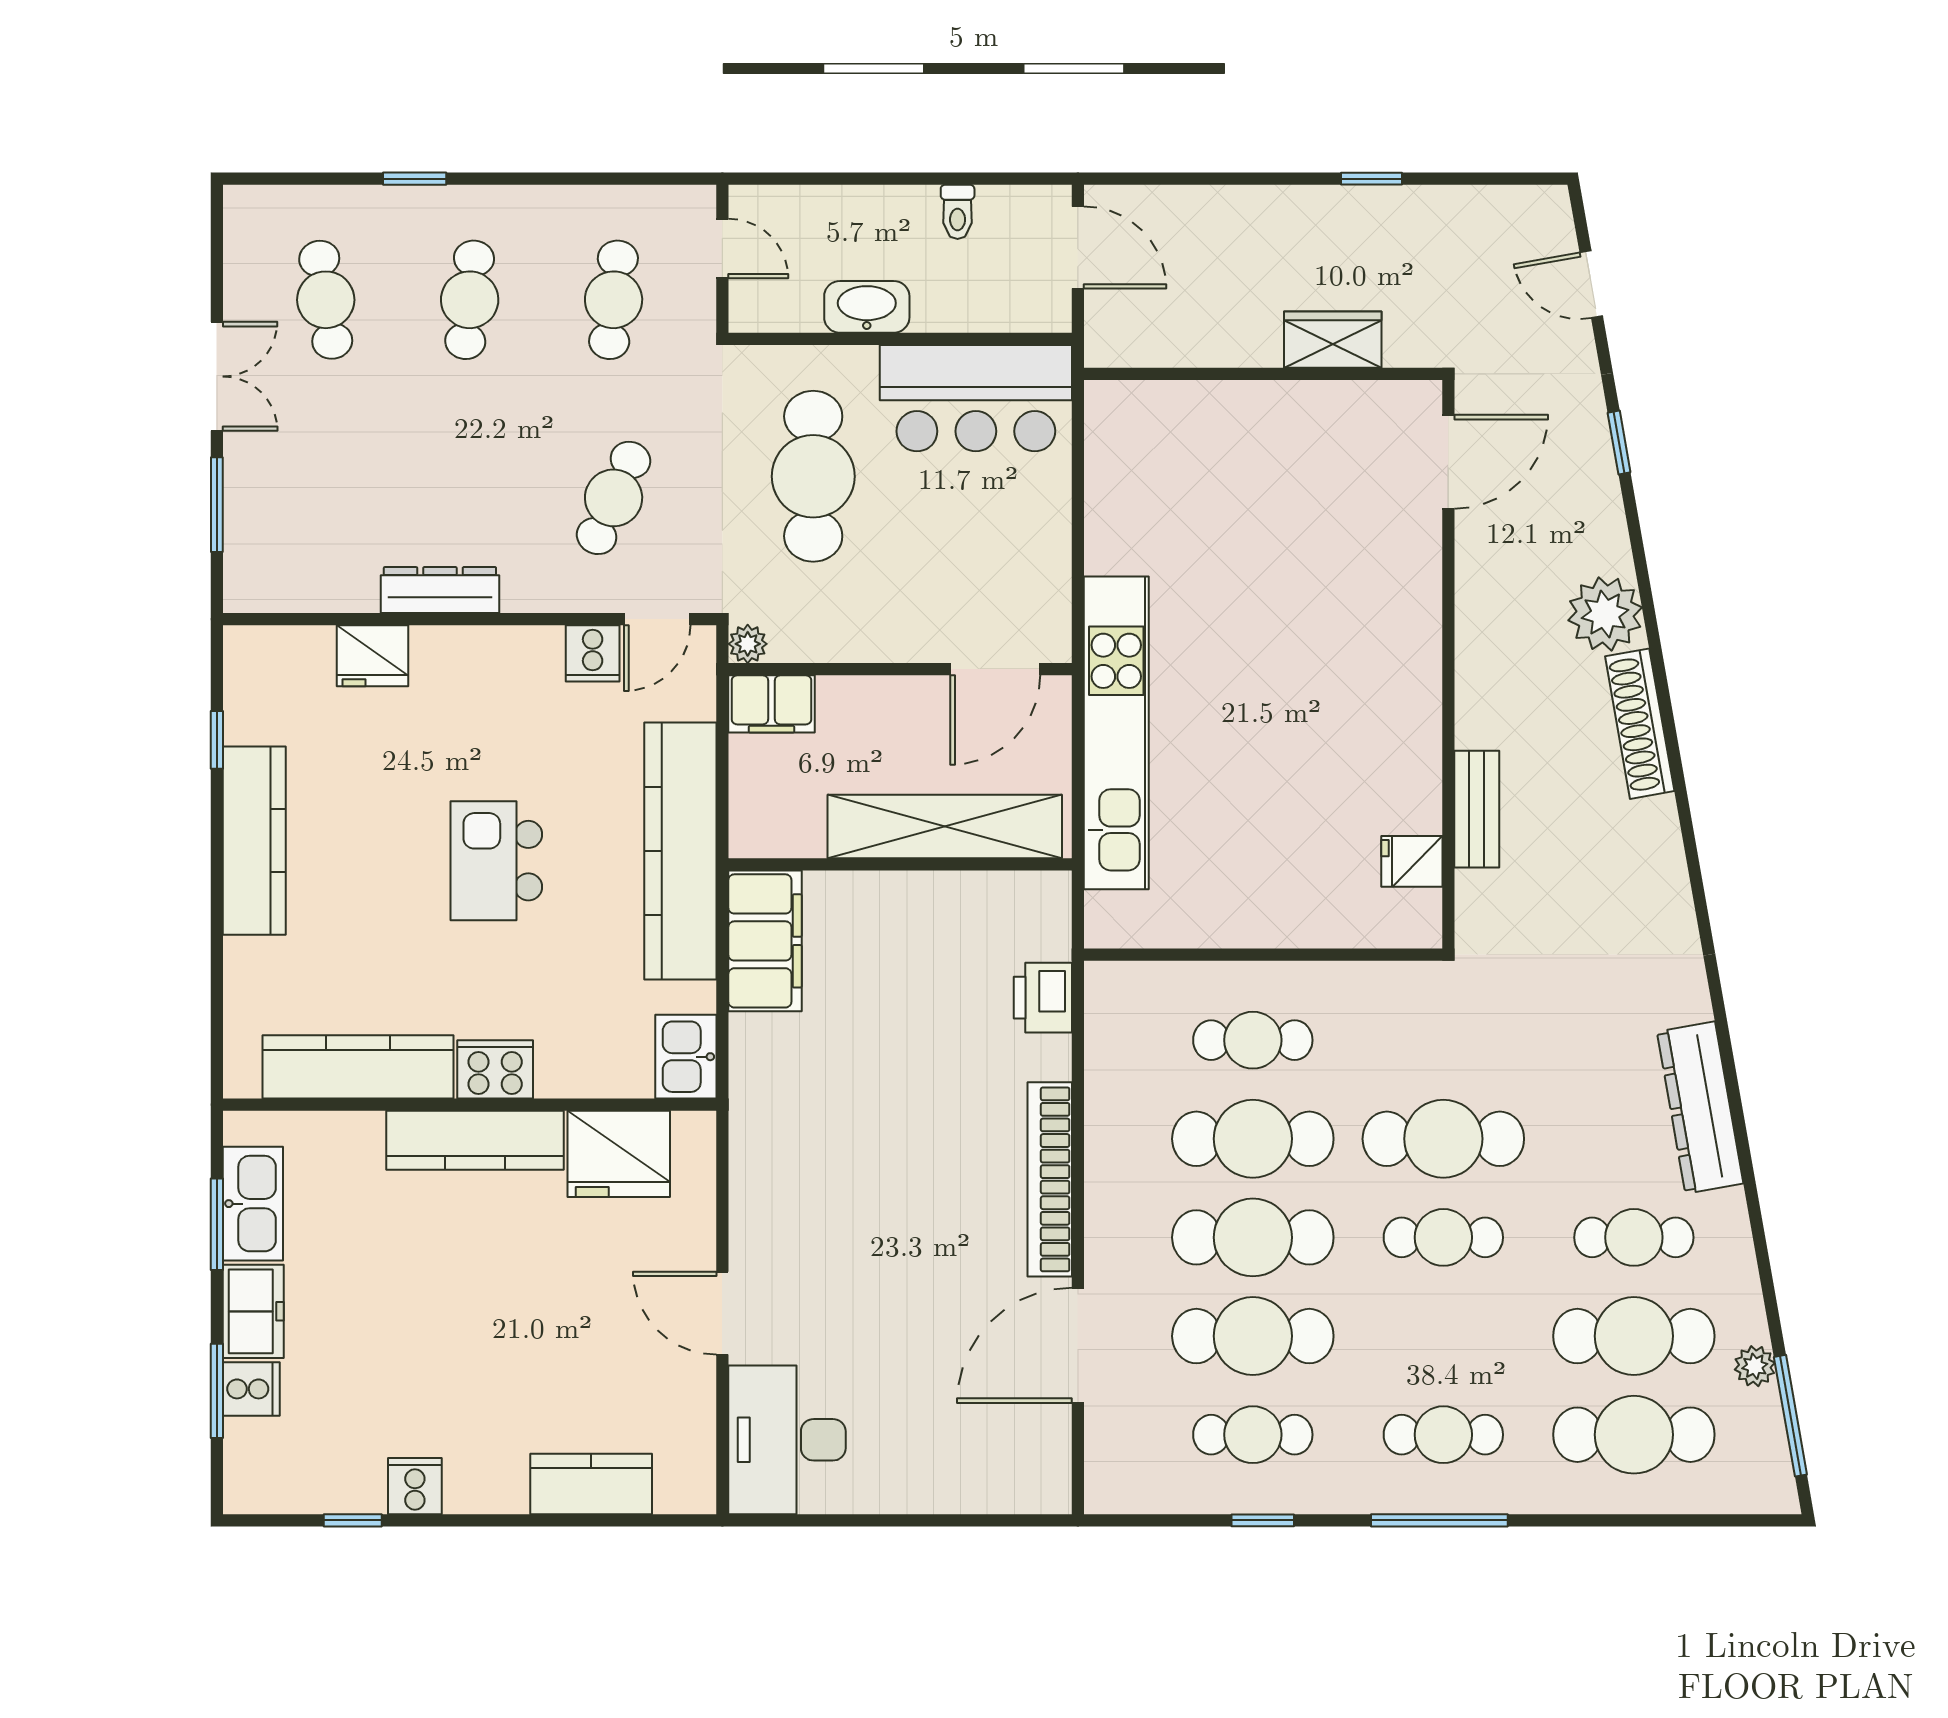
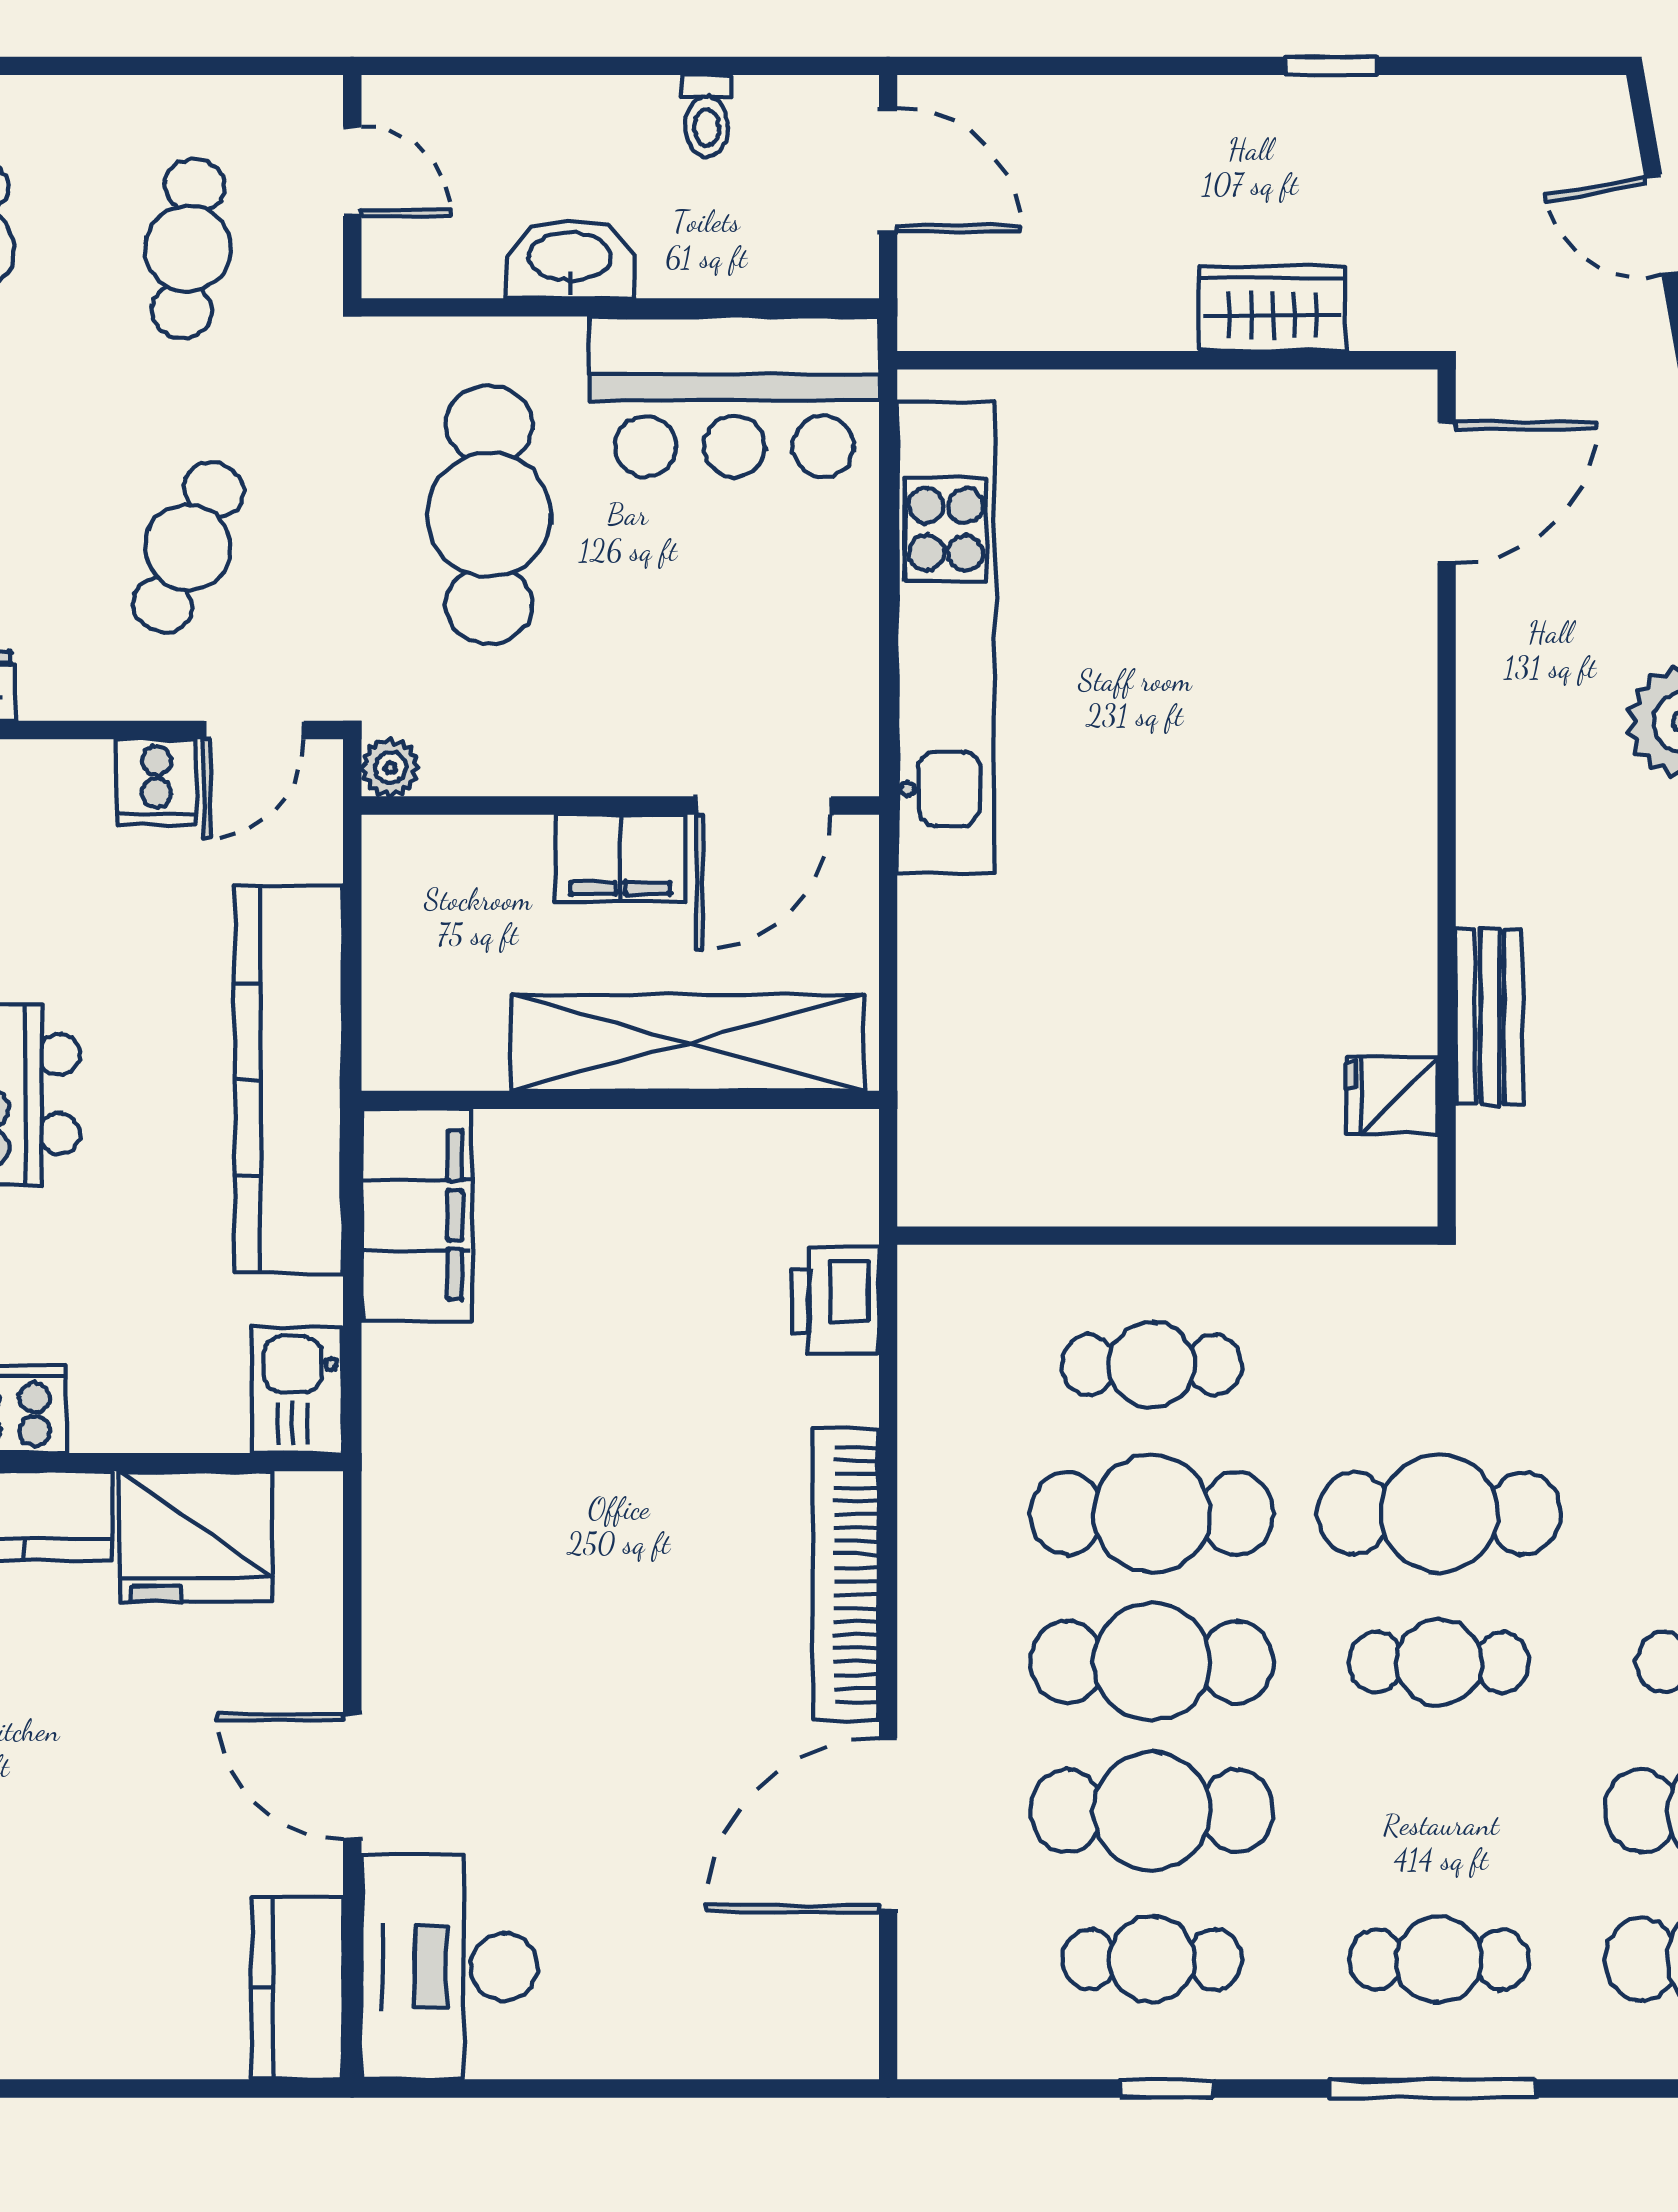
filing cabinet: (772, 704) -> (620, 858), moved
kitchen unit: (1116, 733) -> (946, 638), moved
kitchen counter: (591, 1484) -> (297, 1988), moved, turned -90

